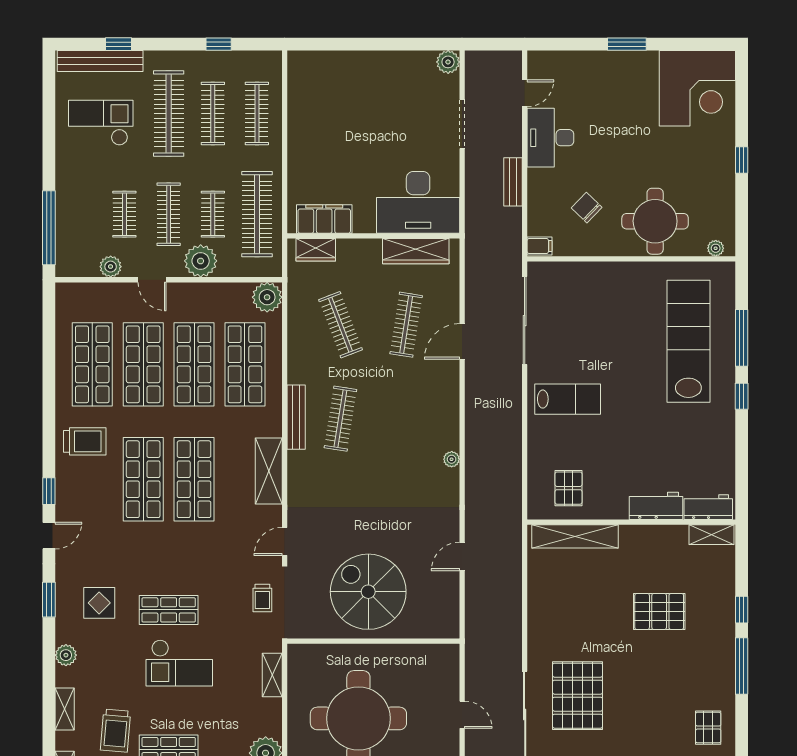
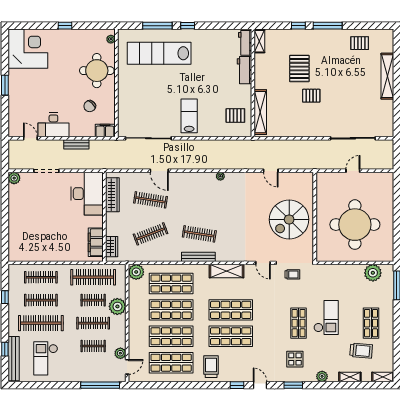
filing cabinet: (539, 246) -> (105, 131), width x2.00
door: (152, 280) -> (127, 367), moved
shelving: (272, 675) -> (332, 269), removed
pallet: (578, 696) -> (311, 96), moved, width x0.49, depth x0.50

